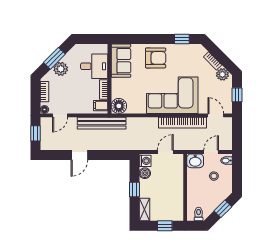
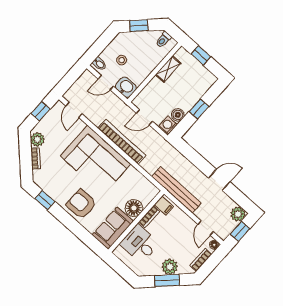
floor lamp: (119, 106) -> (134, 208), moved
door: (60, 115) -> (206, 228), swing flipped
bookcase: (183, 123) -> (122, 142), moved
plant: (47, 144) -> (238, 214), added
shelving: (144, 209) -> (168, 69), moved

